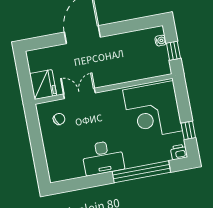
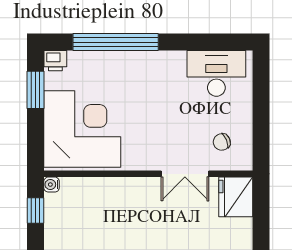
water cooler: (161, 41) -> (52, 185), moved
window: (188, 130) -> (36, 90), width x1.50
desk: (103, 158) -> (216, 73), moved

